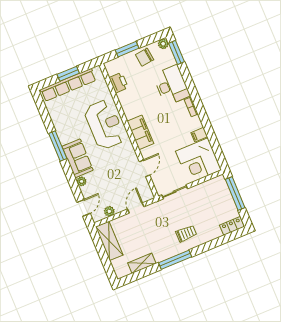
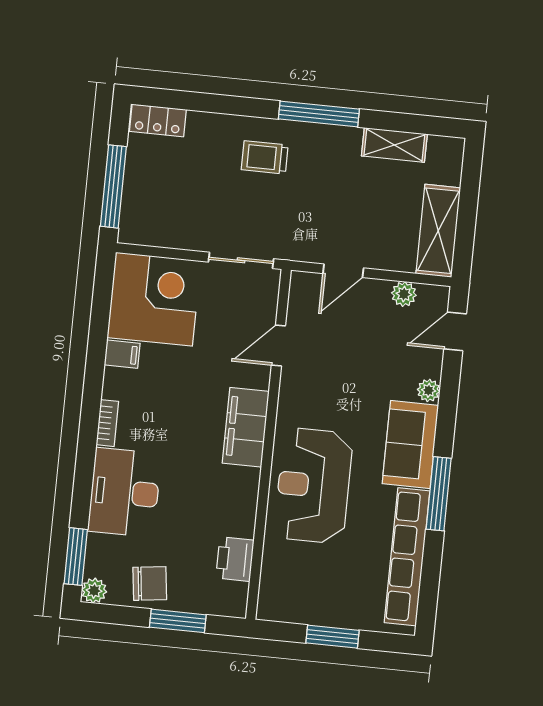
row of seats: (68, 85) -> (407, 557), moved, turned -90

